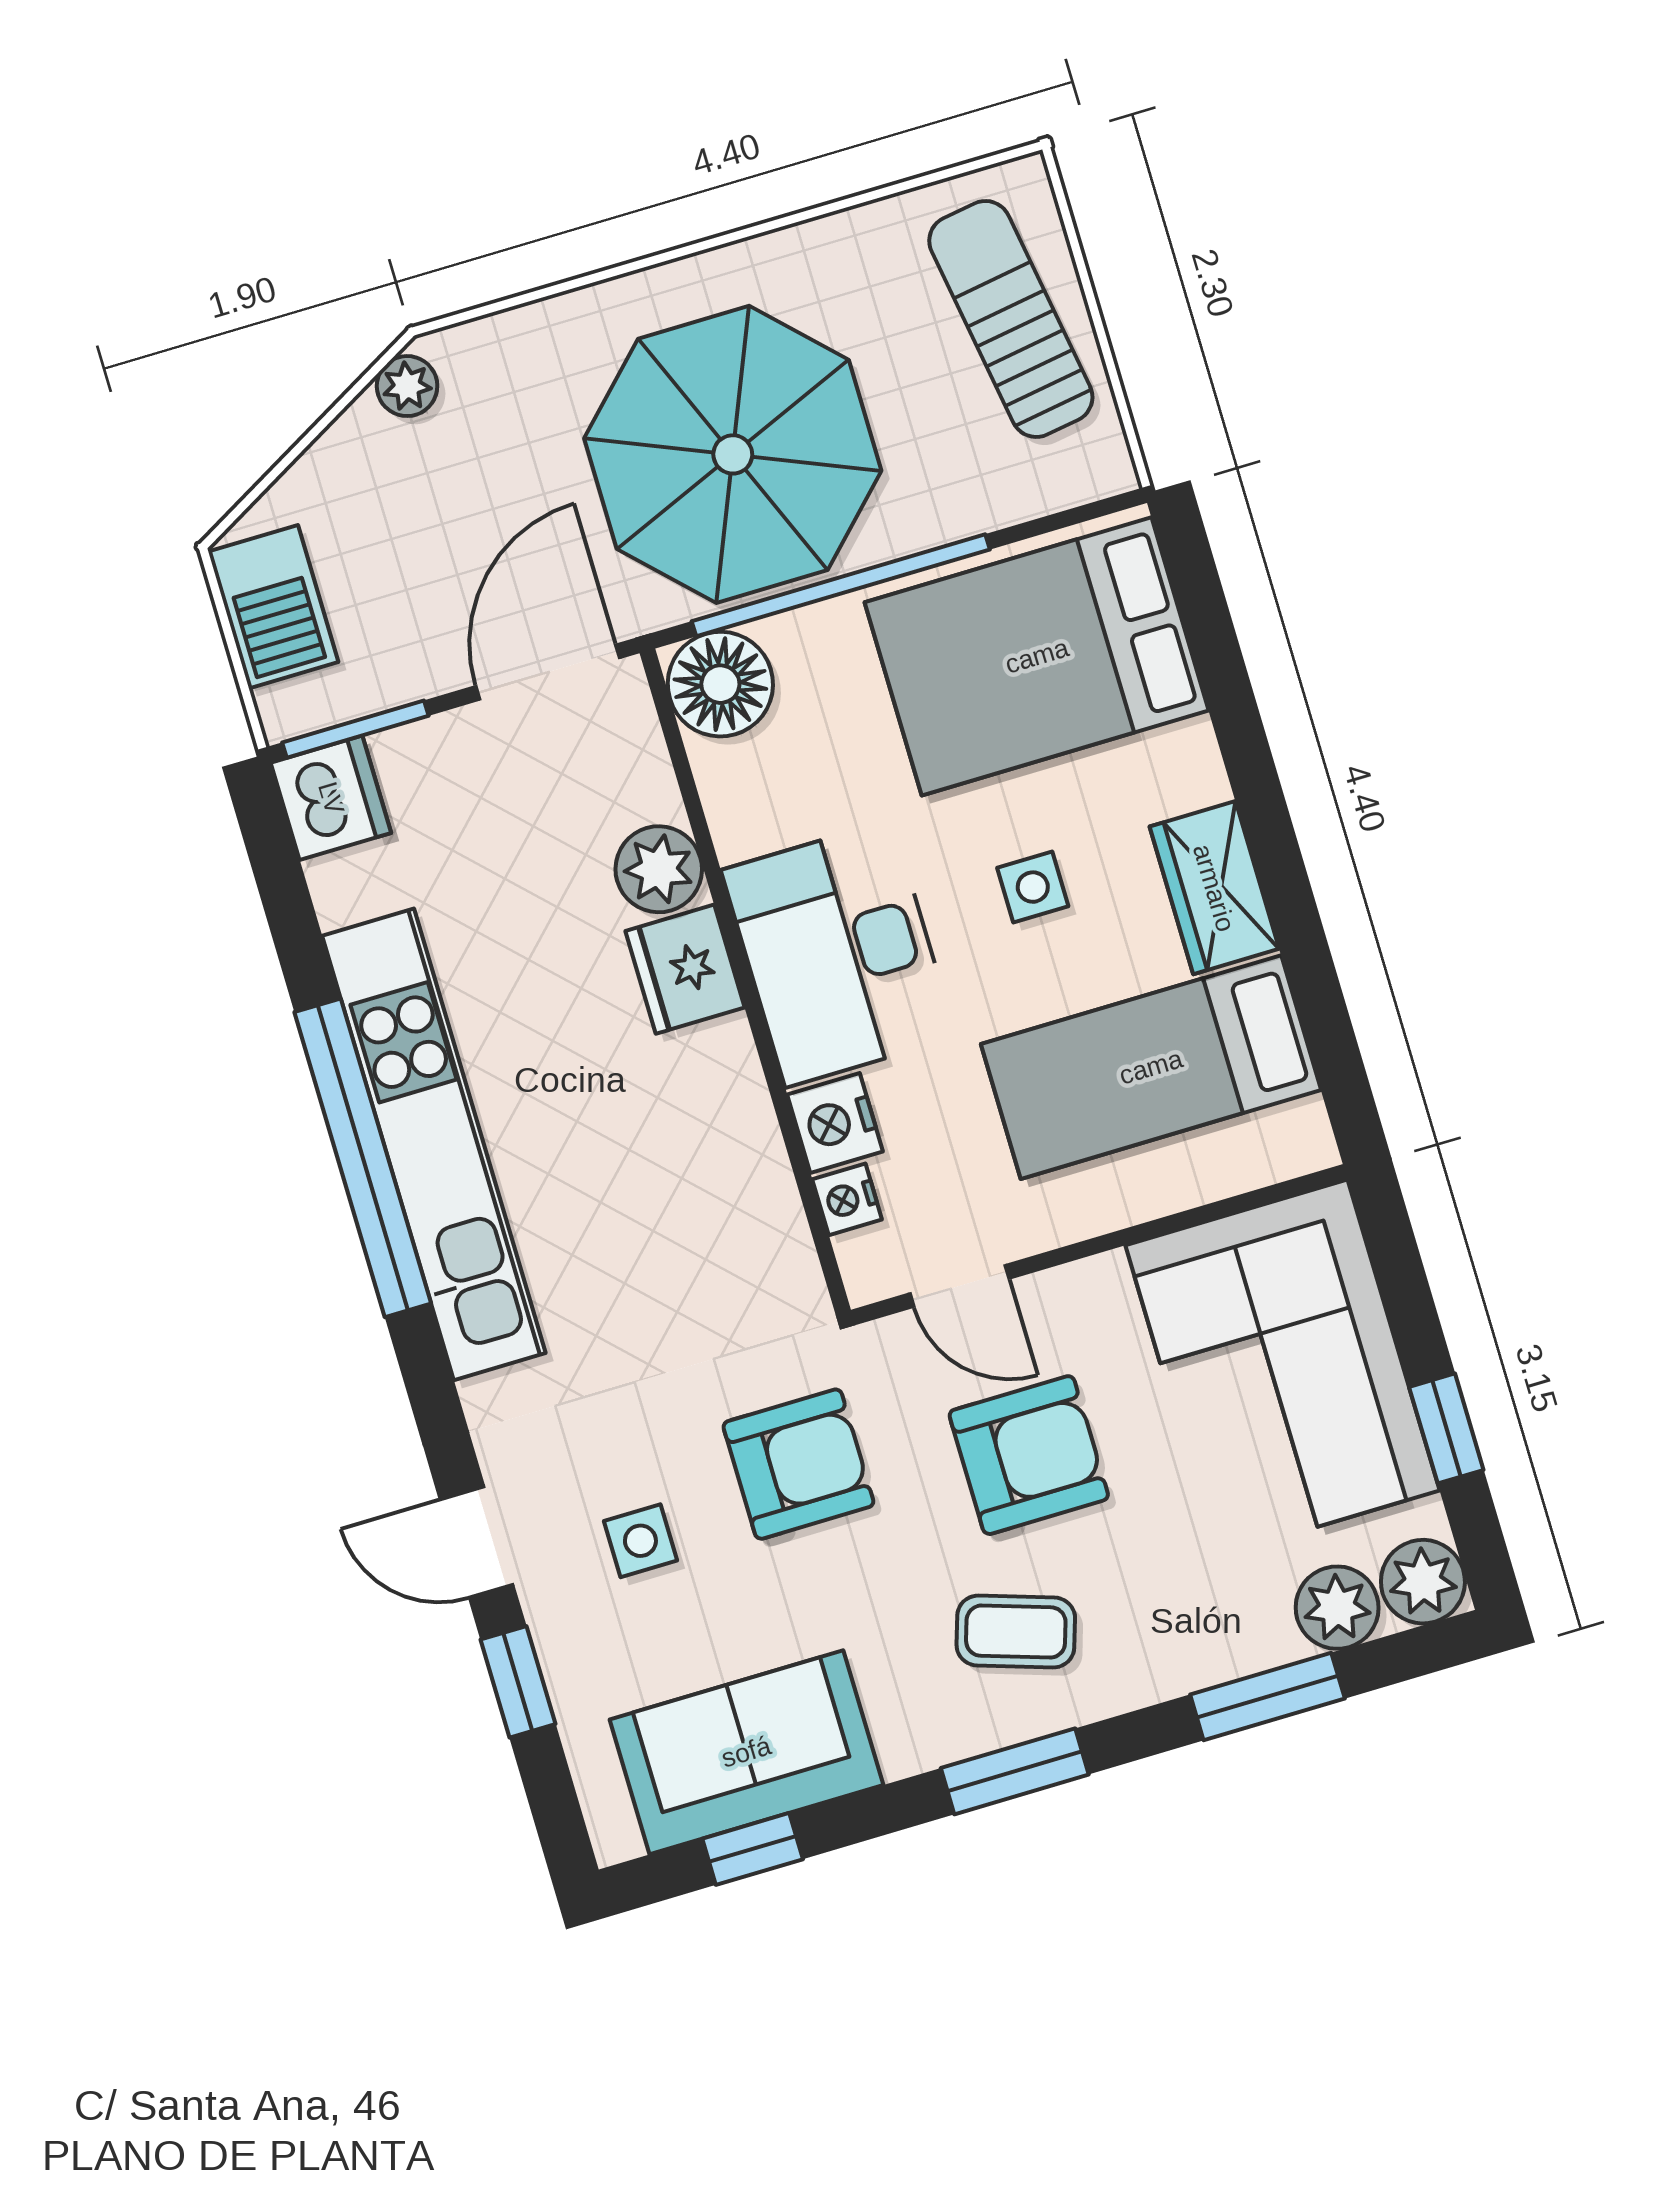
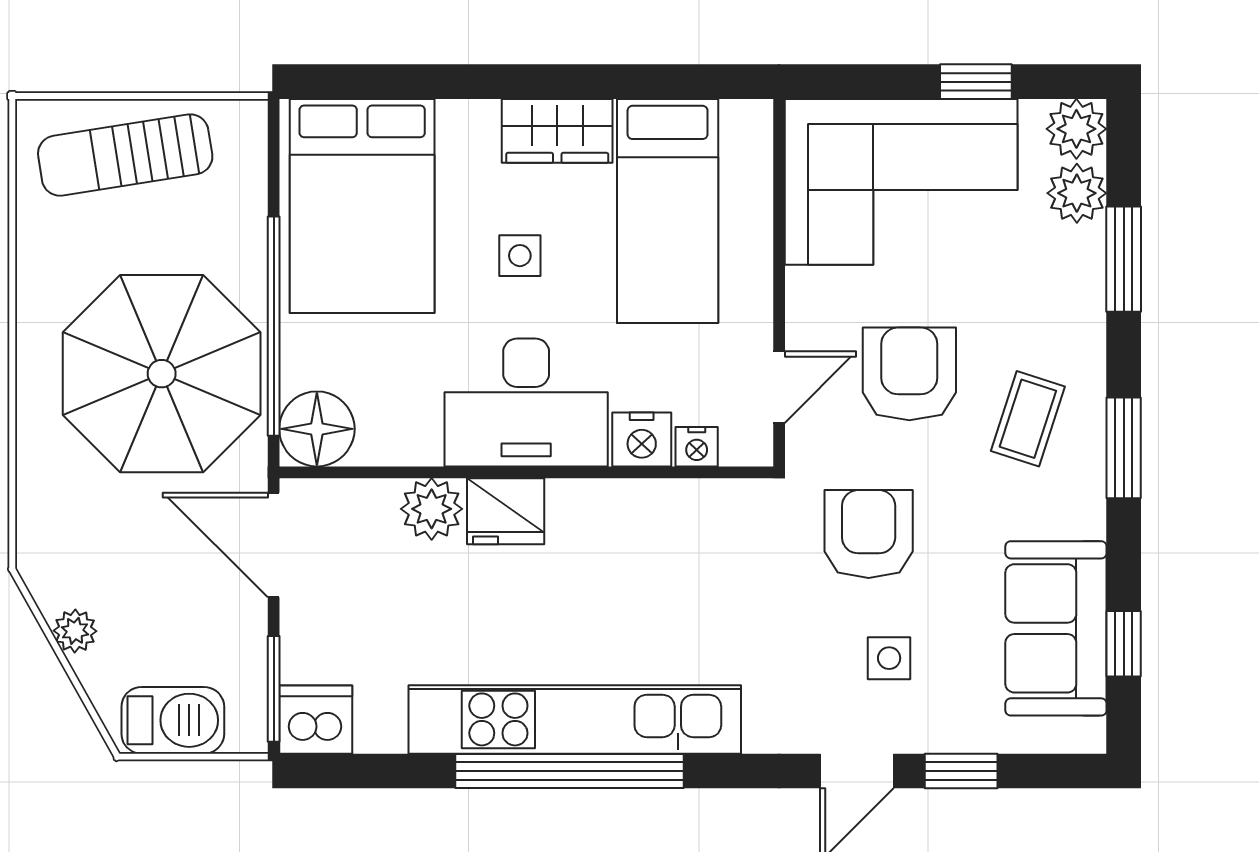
plant: (407, 386) -> (75, 631), moved

